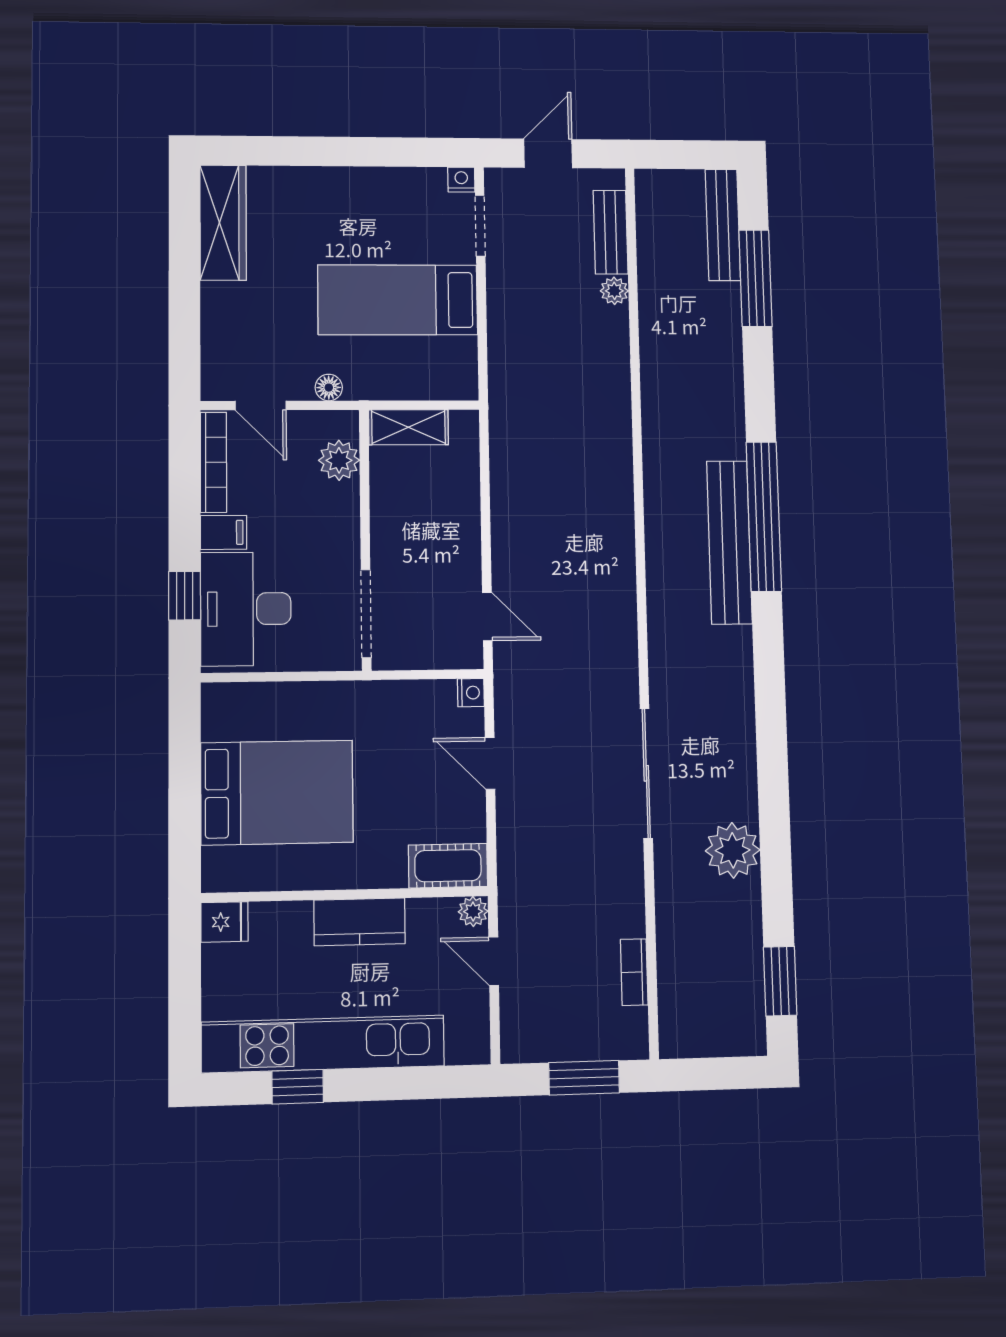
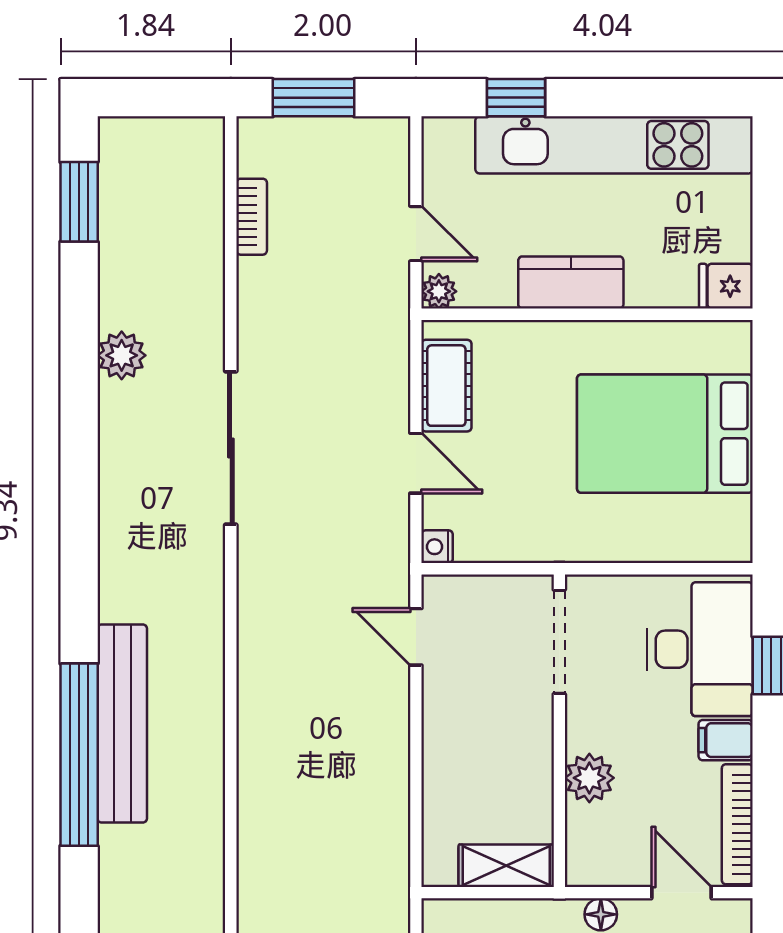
plant: (339, 460) -> (589, 778), moved
plant: (733, 850) -> (122, 355), width x0.73, depth x0.73
cot: (448, 866) -> (446, 386), moved, turned 90
window: (298, 1087) -> (516, 98), moved

